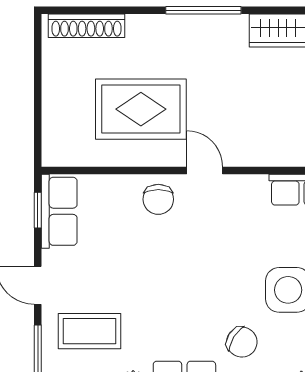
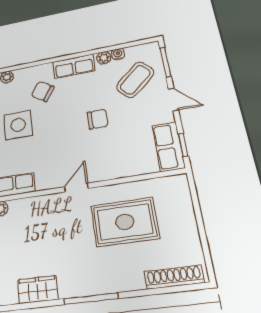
door: (205, 170) -> (76, 188), swing flipped
chair: (158, 199) -> (98, 119), moved, turned 90
coffee table: (89, 331) -> (135, 80), turned -42

